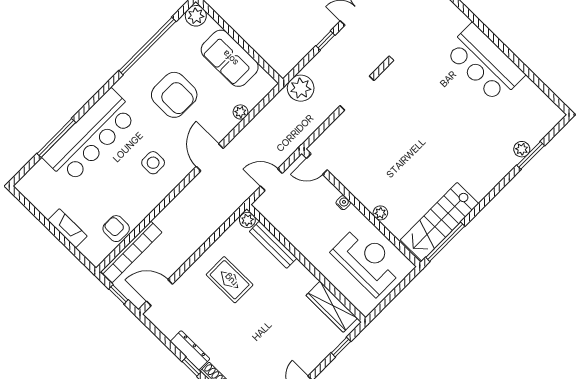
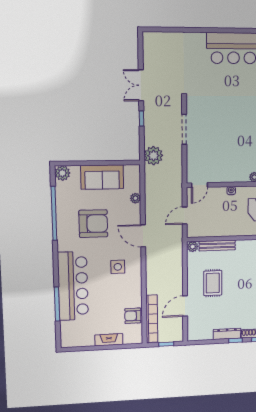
rug: (230, 280) -> (213, 283), turned 90
door: (160, 293) -> (185, 306), moved

